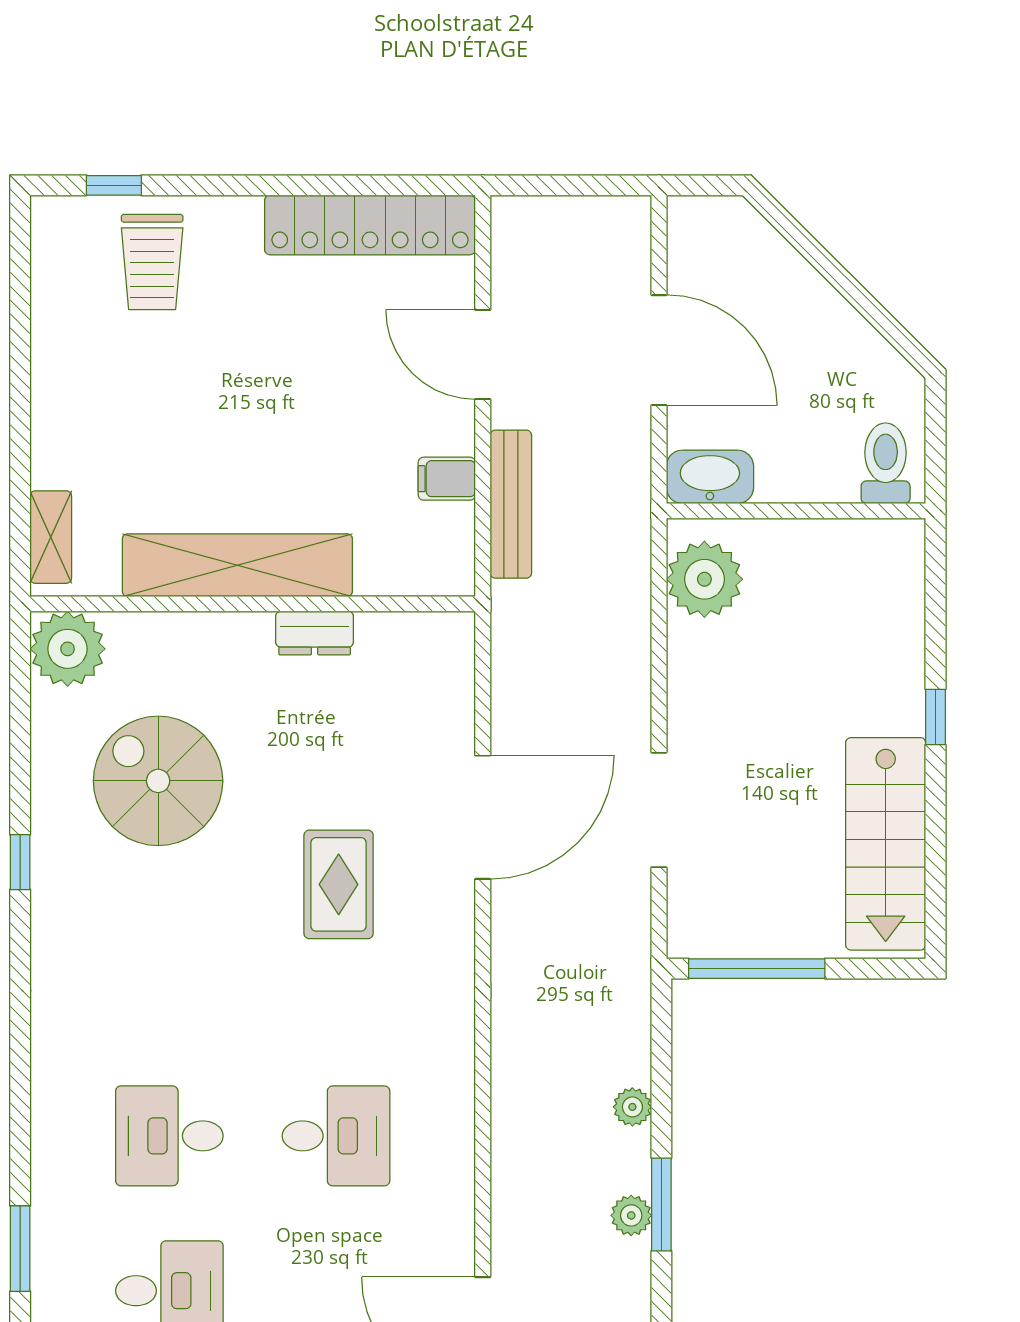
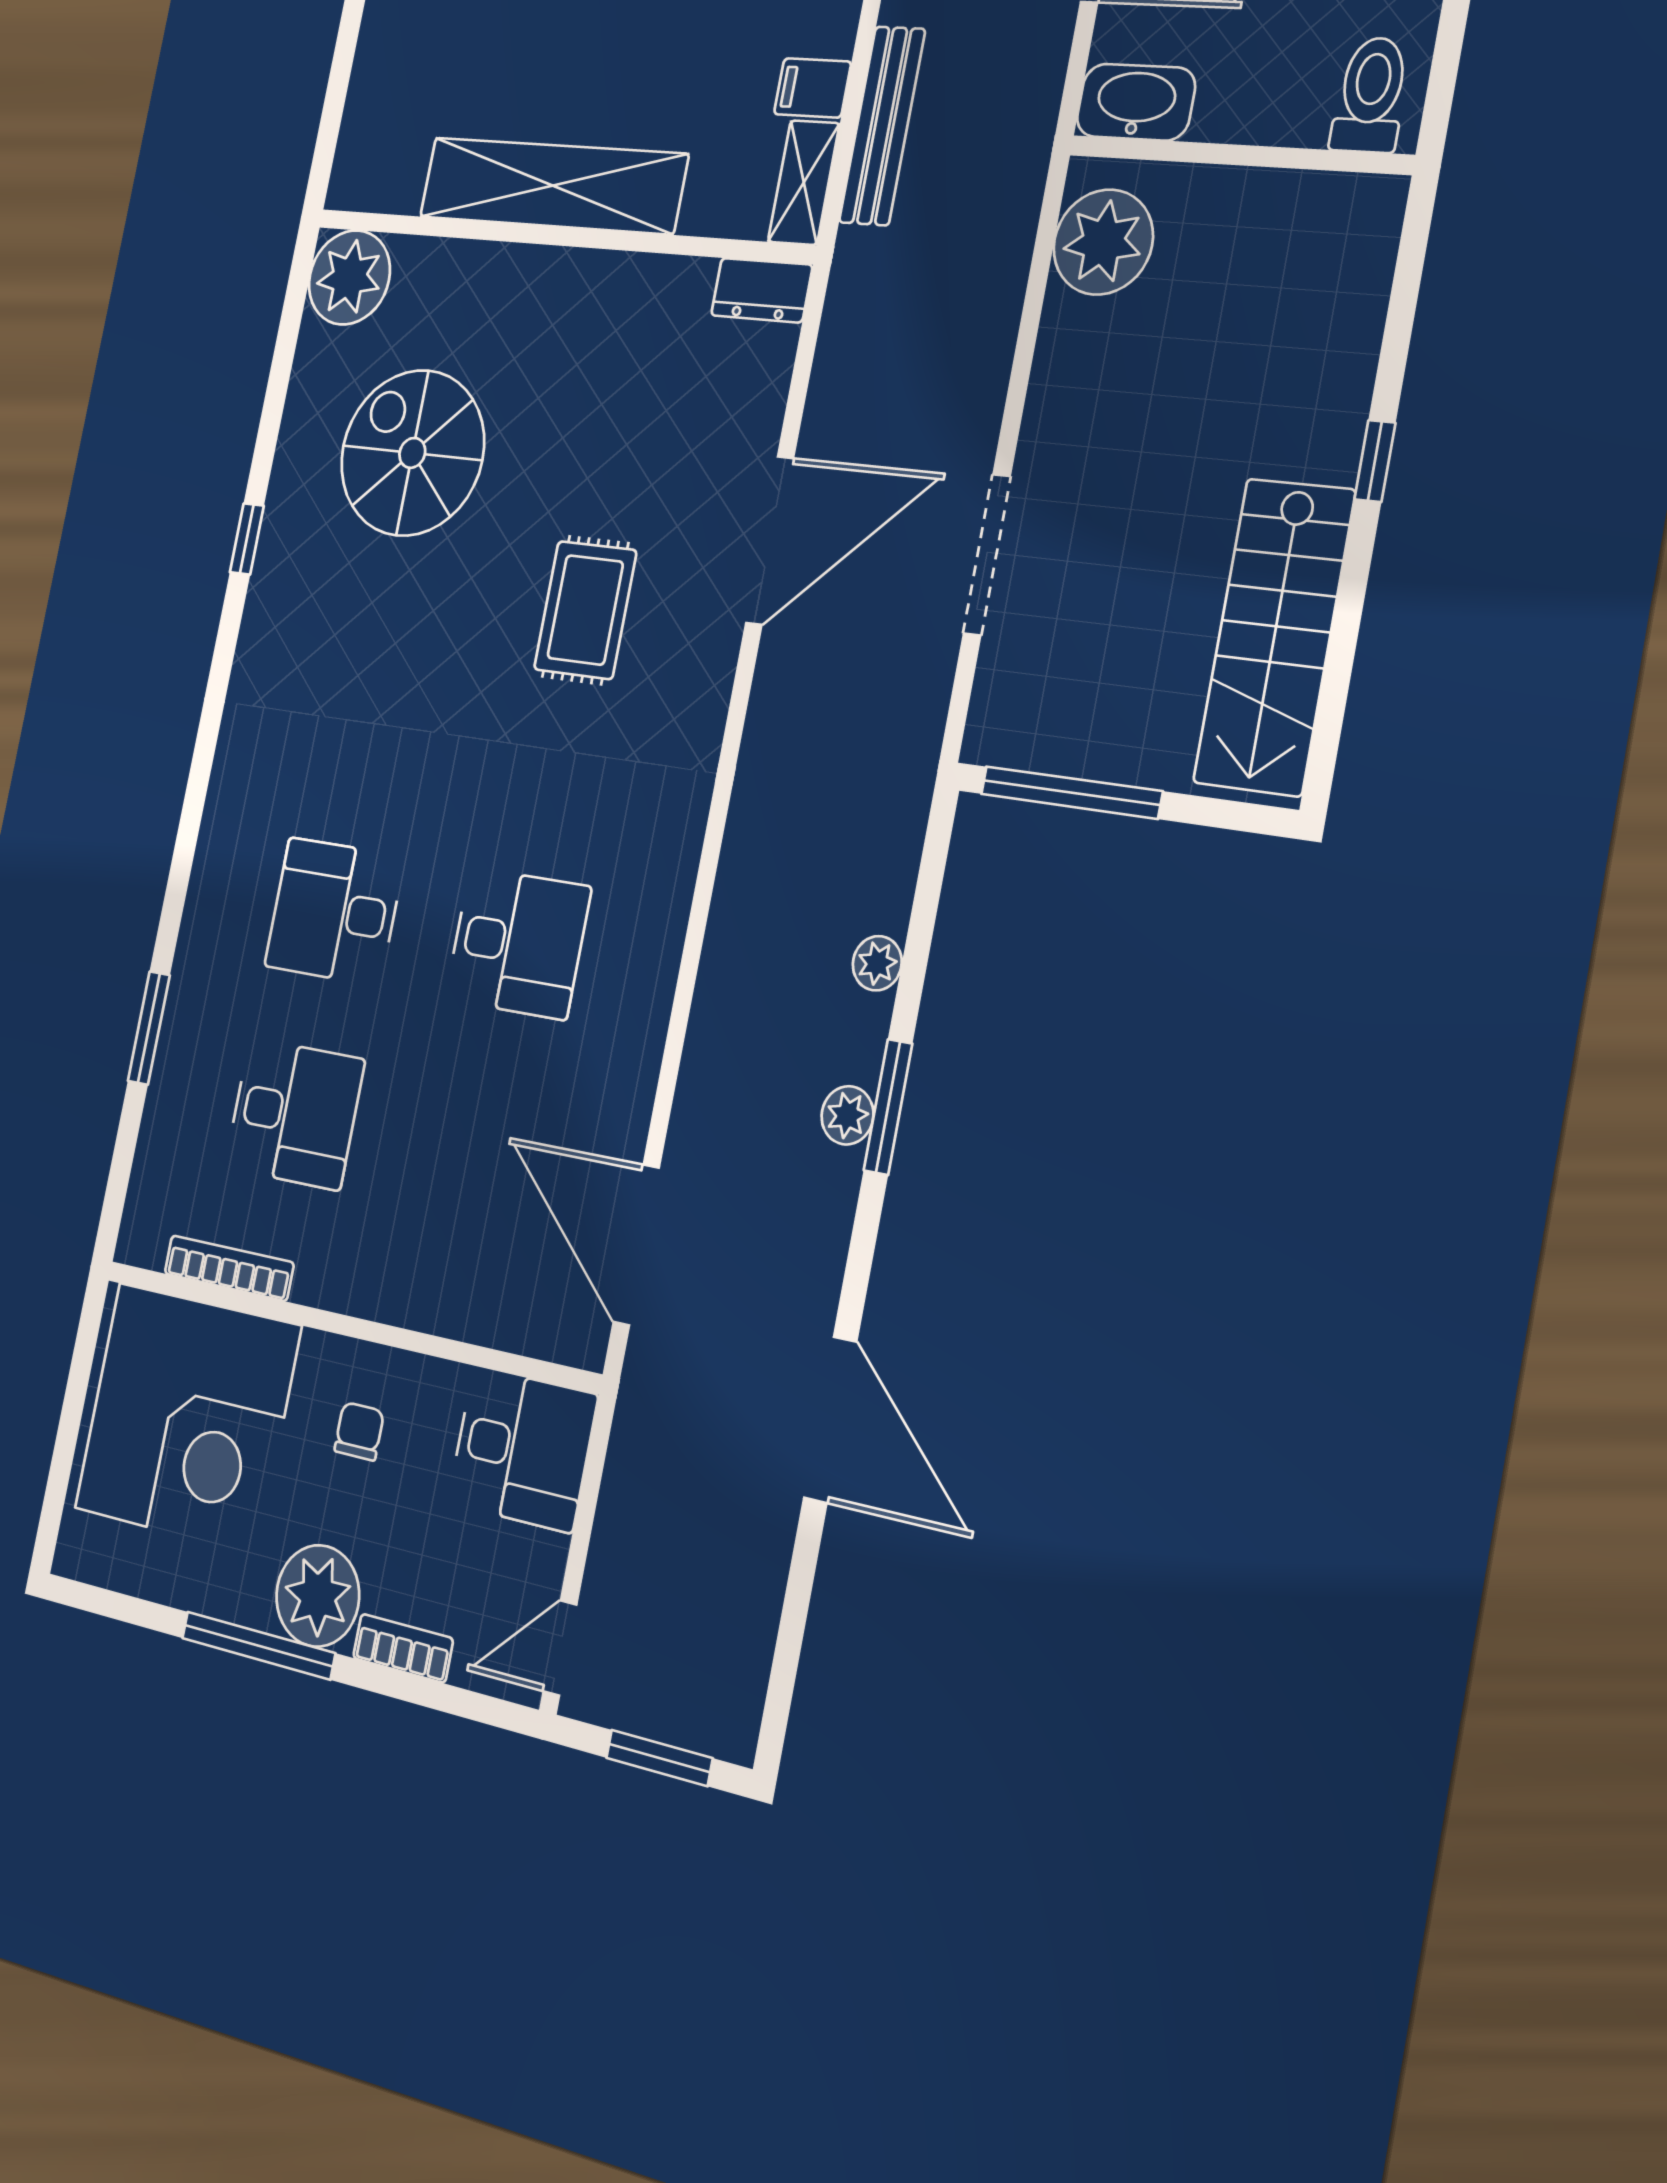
shelving: (51, 537) -> (804, 183), moved
dresser: (315, 633) -> (762, 290), moved

